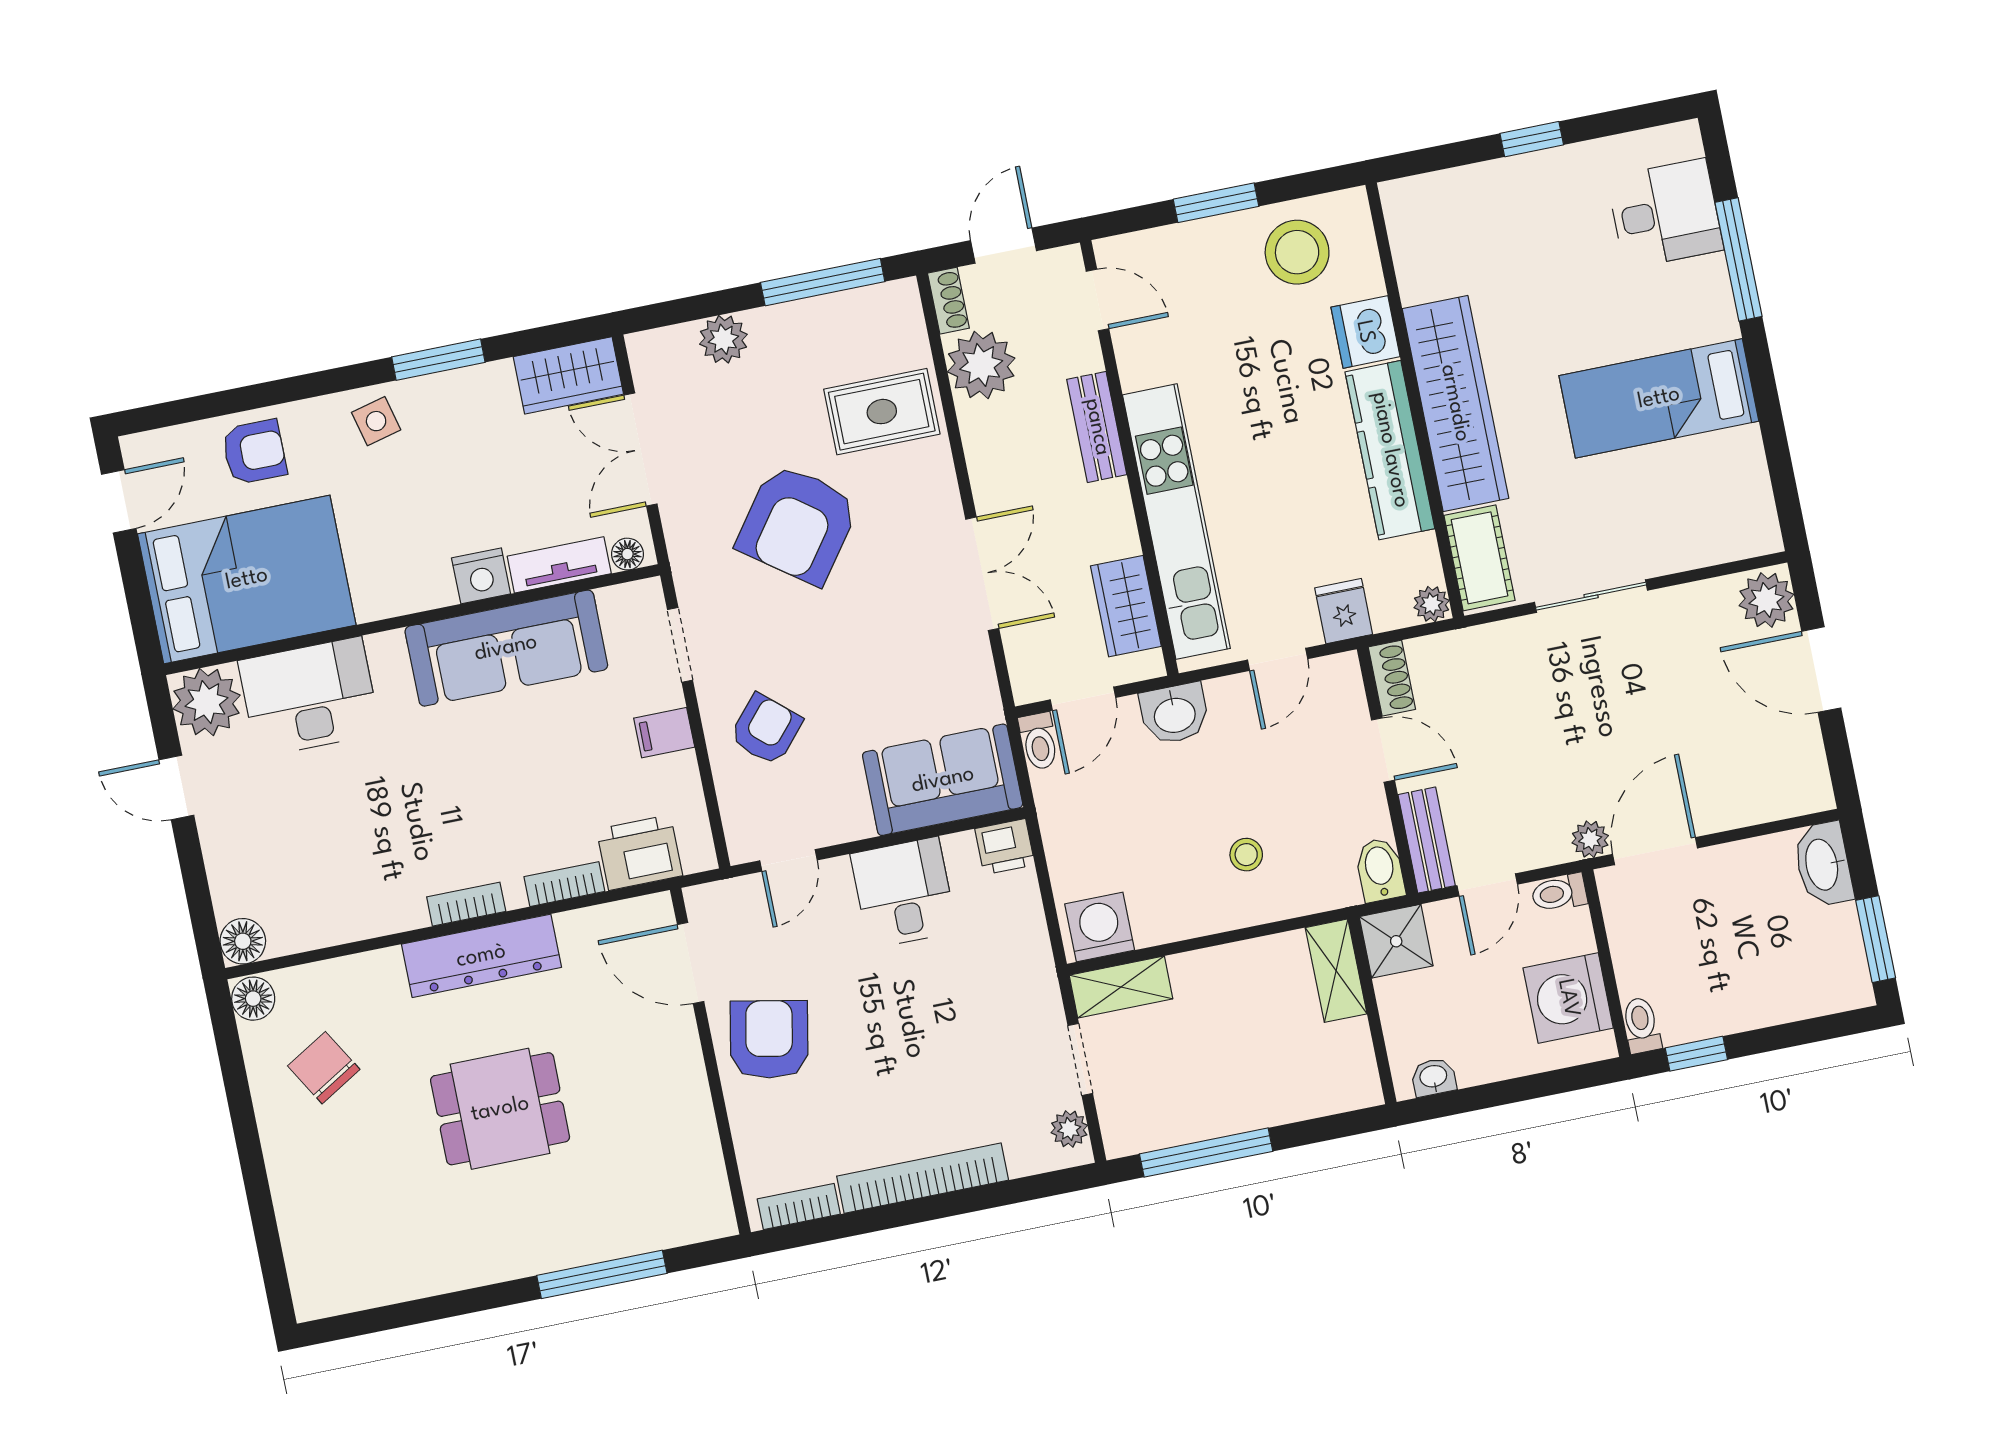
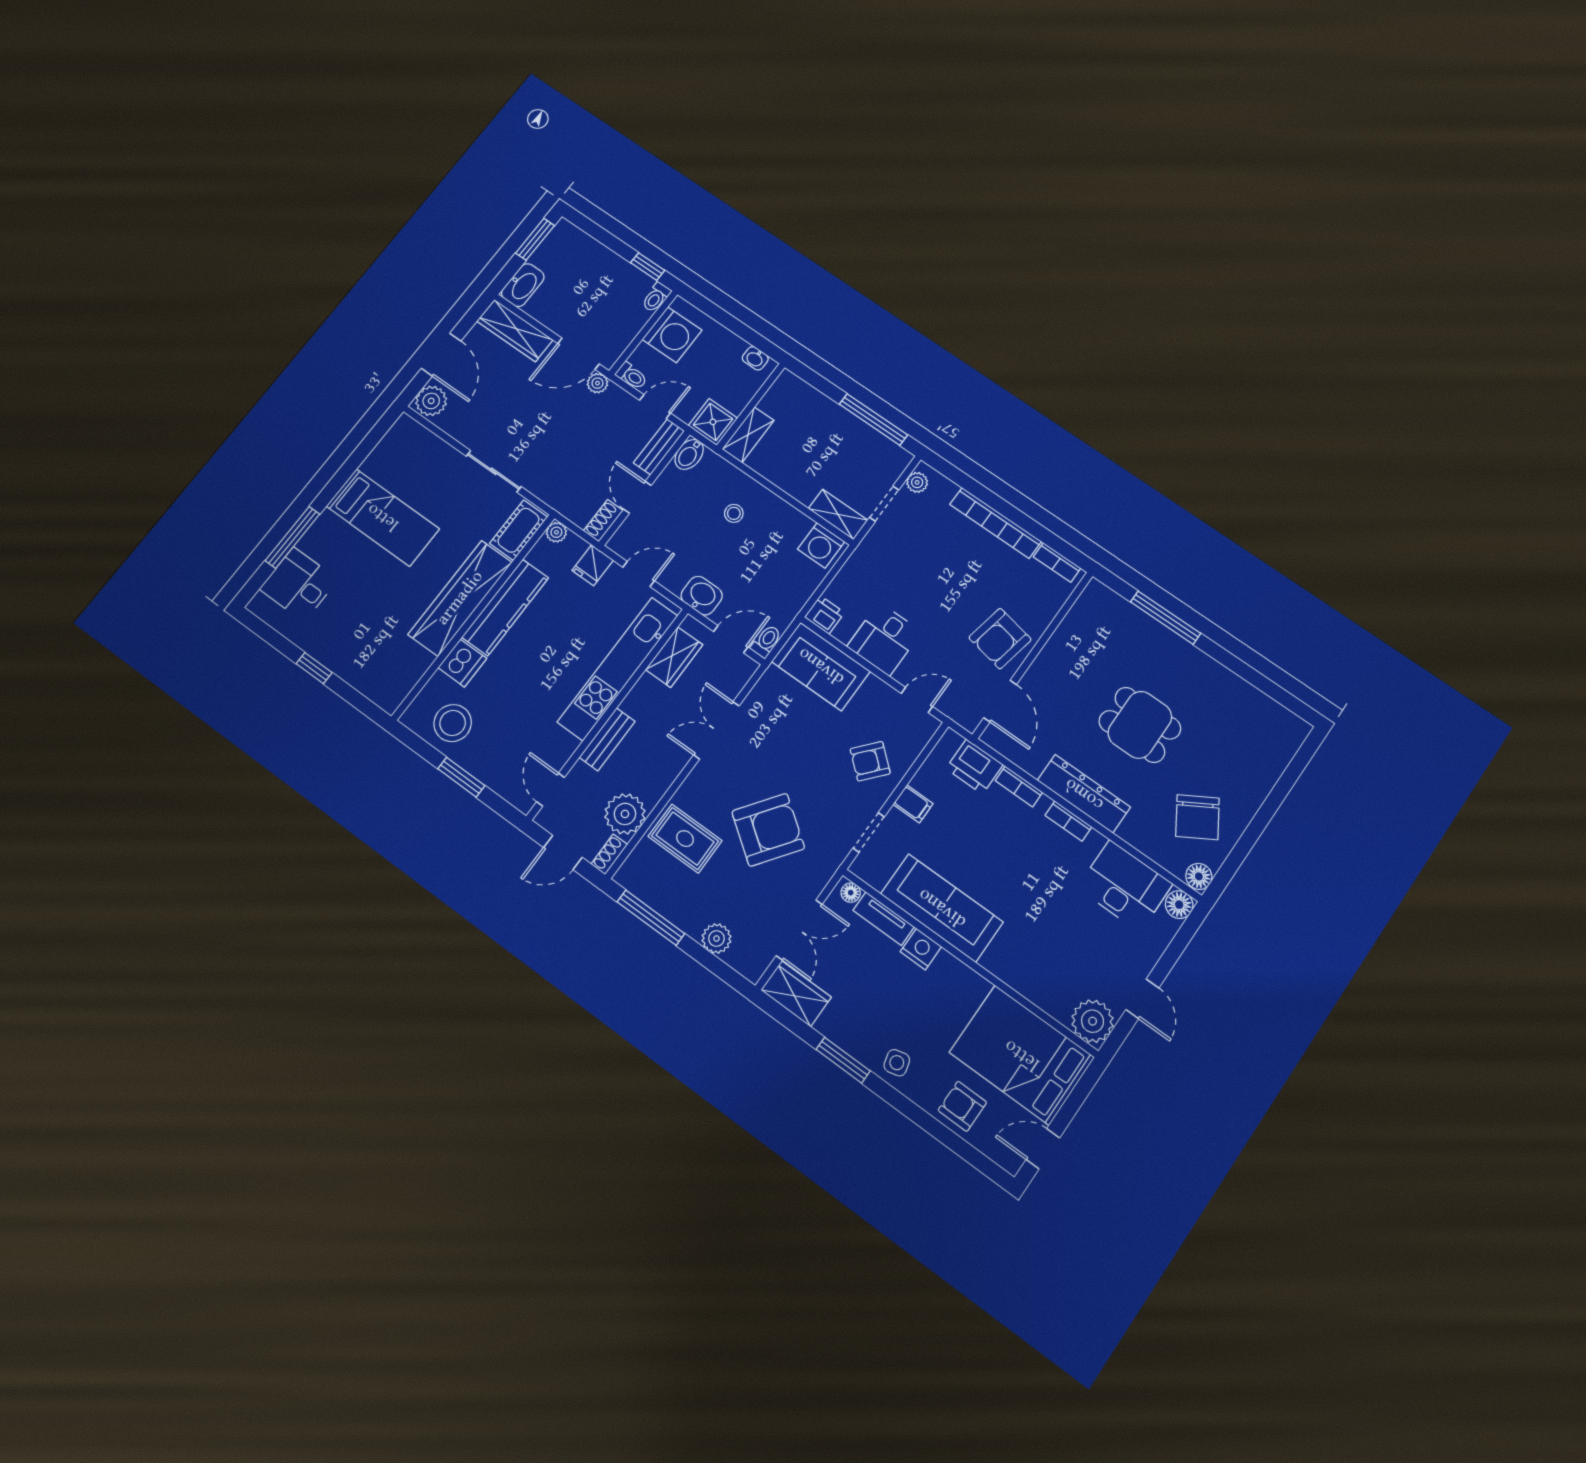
desk: (309, 697) -> (1125, 886), moved, turned 180
wardrobe: (1766, 796) -> (515, 331), added
chair: (324, 1068) -> (1197, 817), width x1.37, depth x1.37

